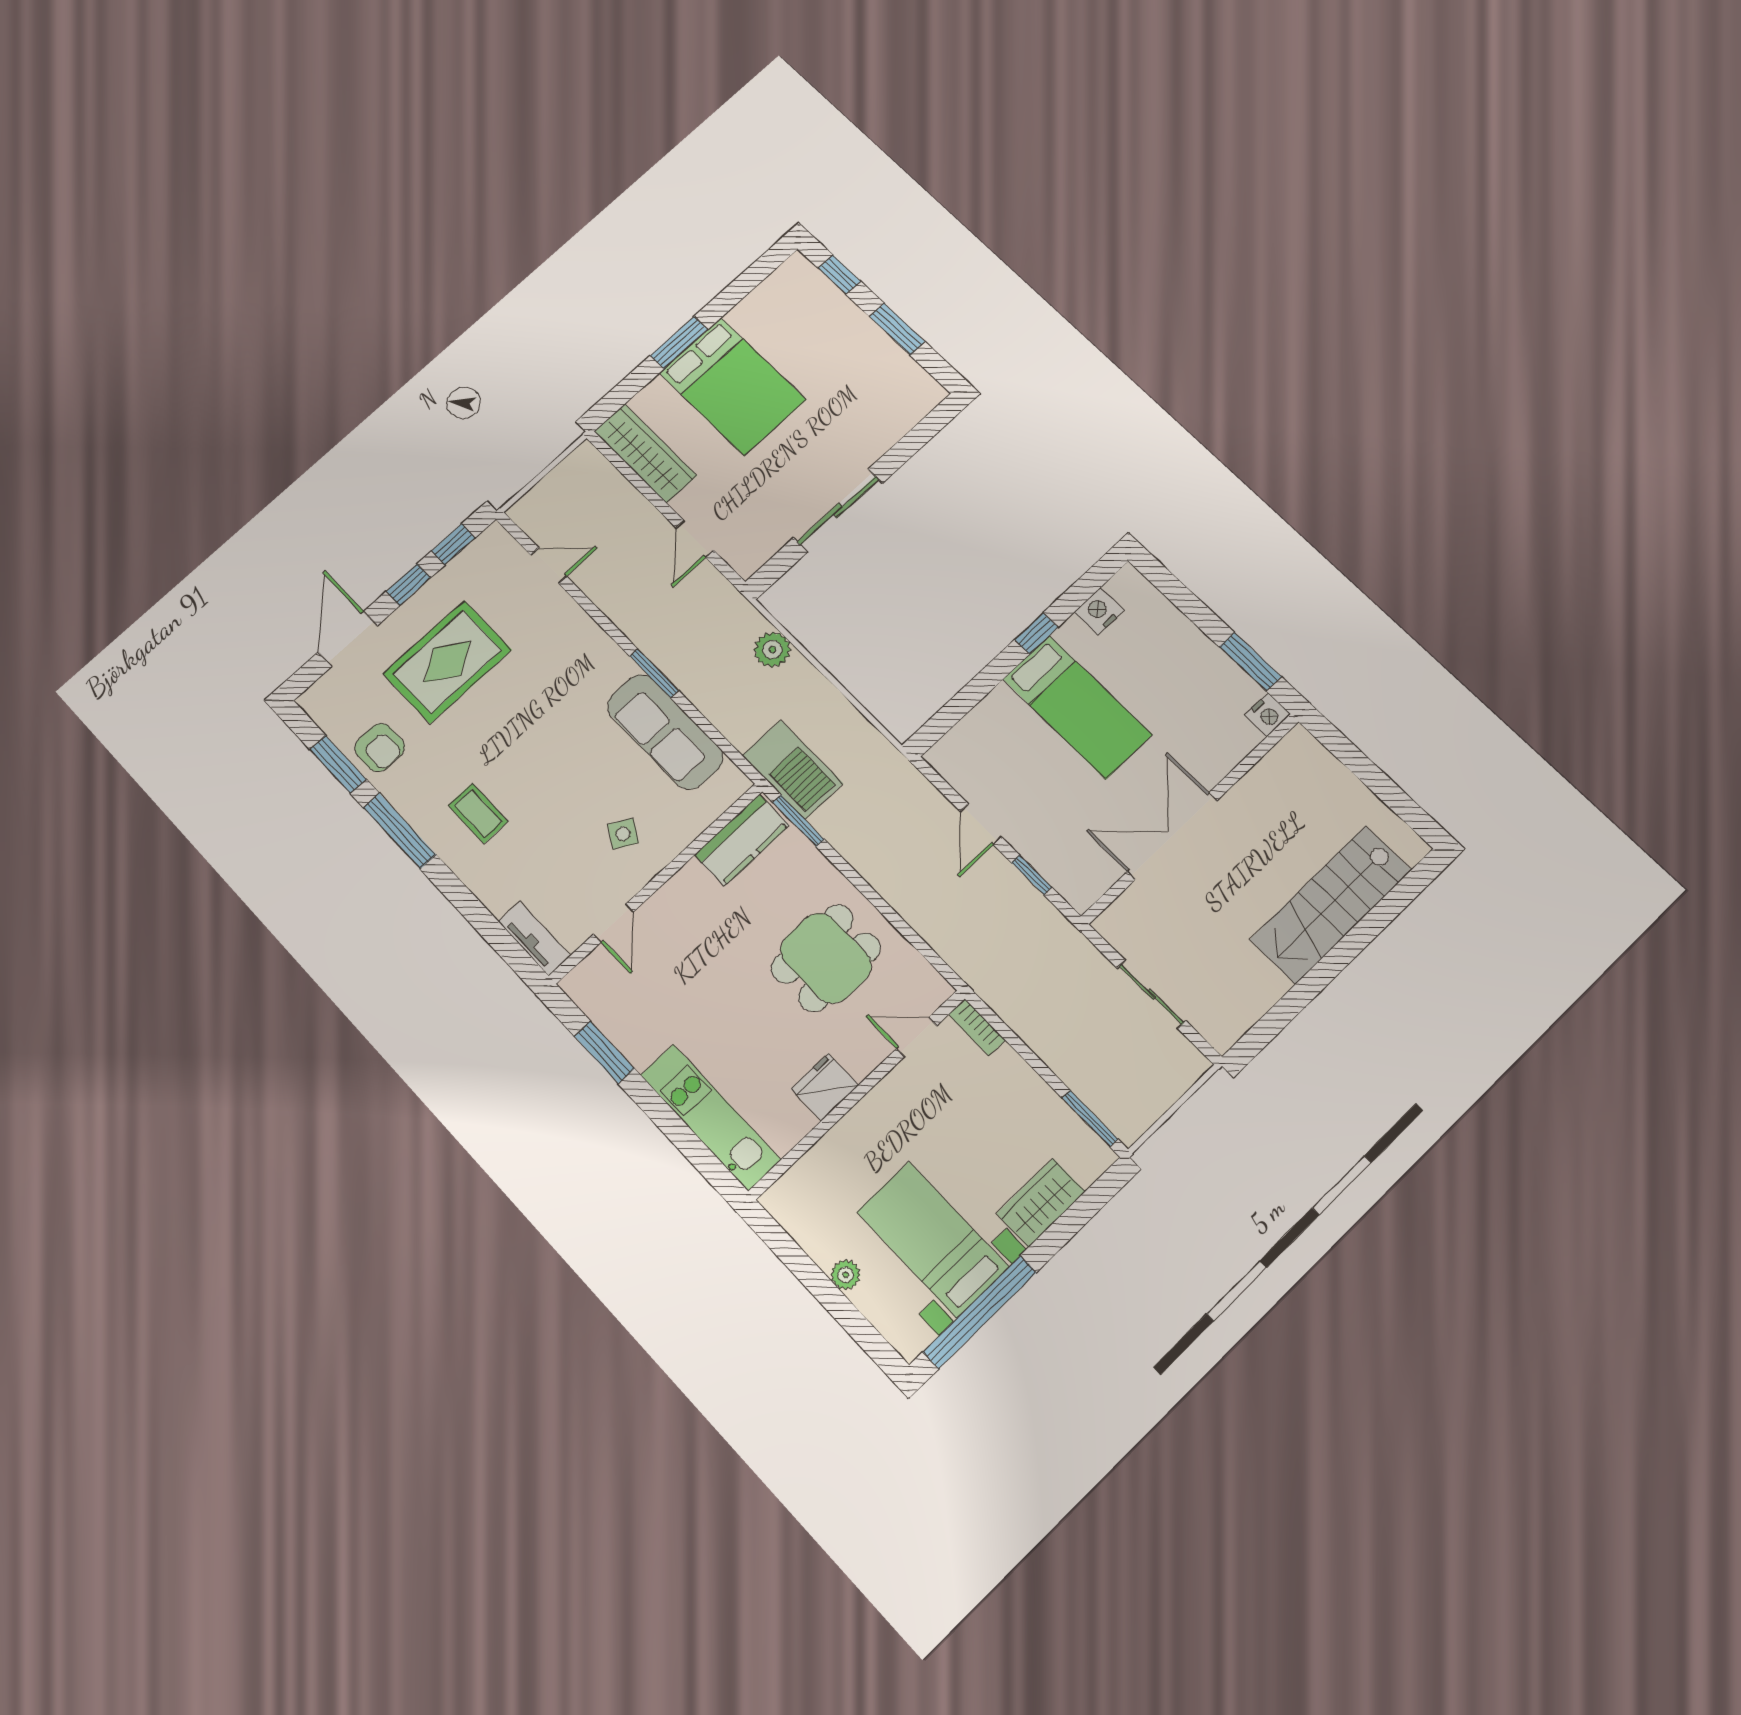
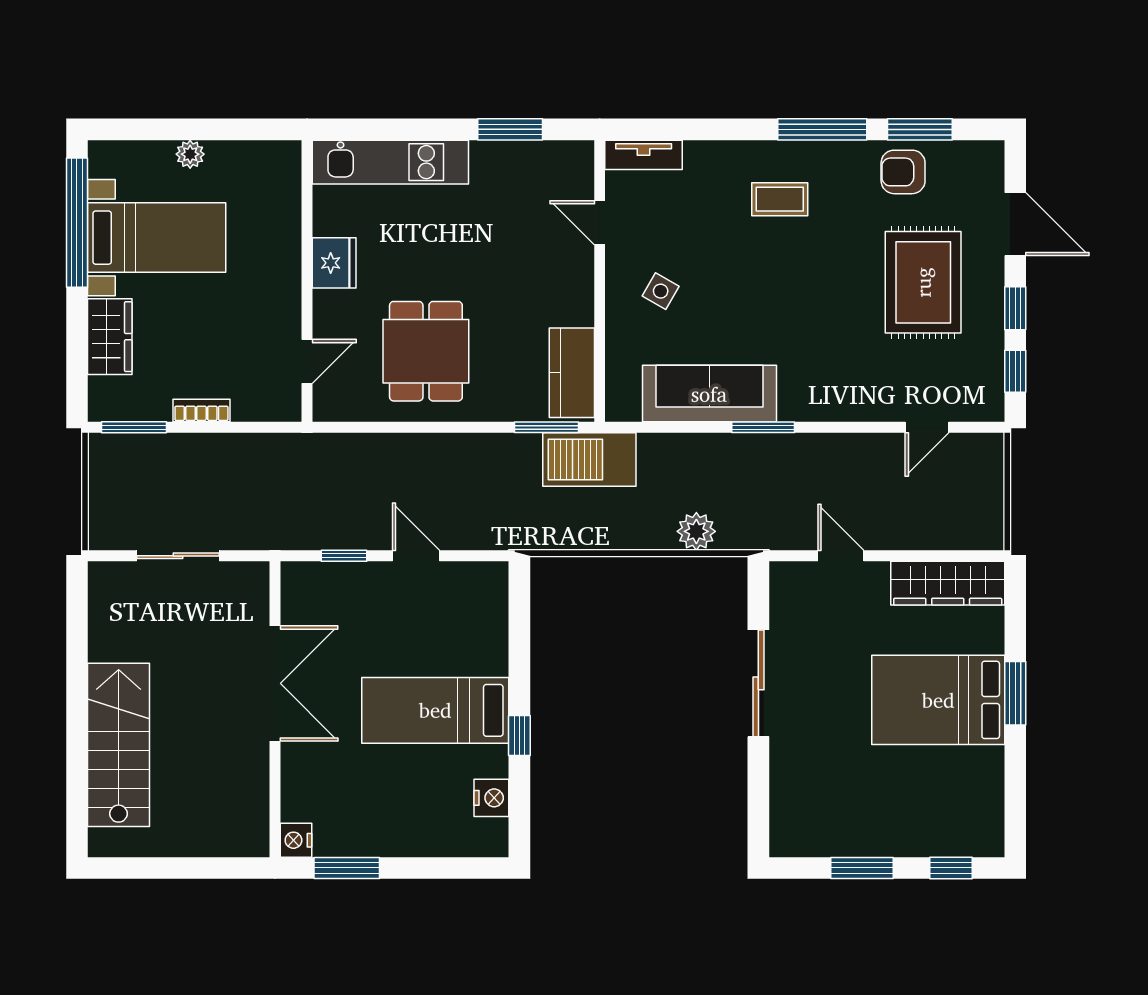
bookcase: (977, 1027) -> (201, 411), moved

